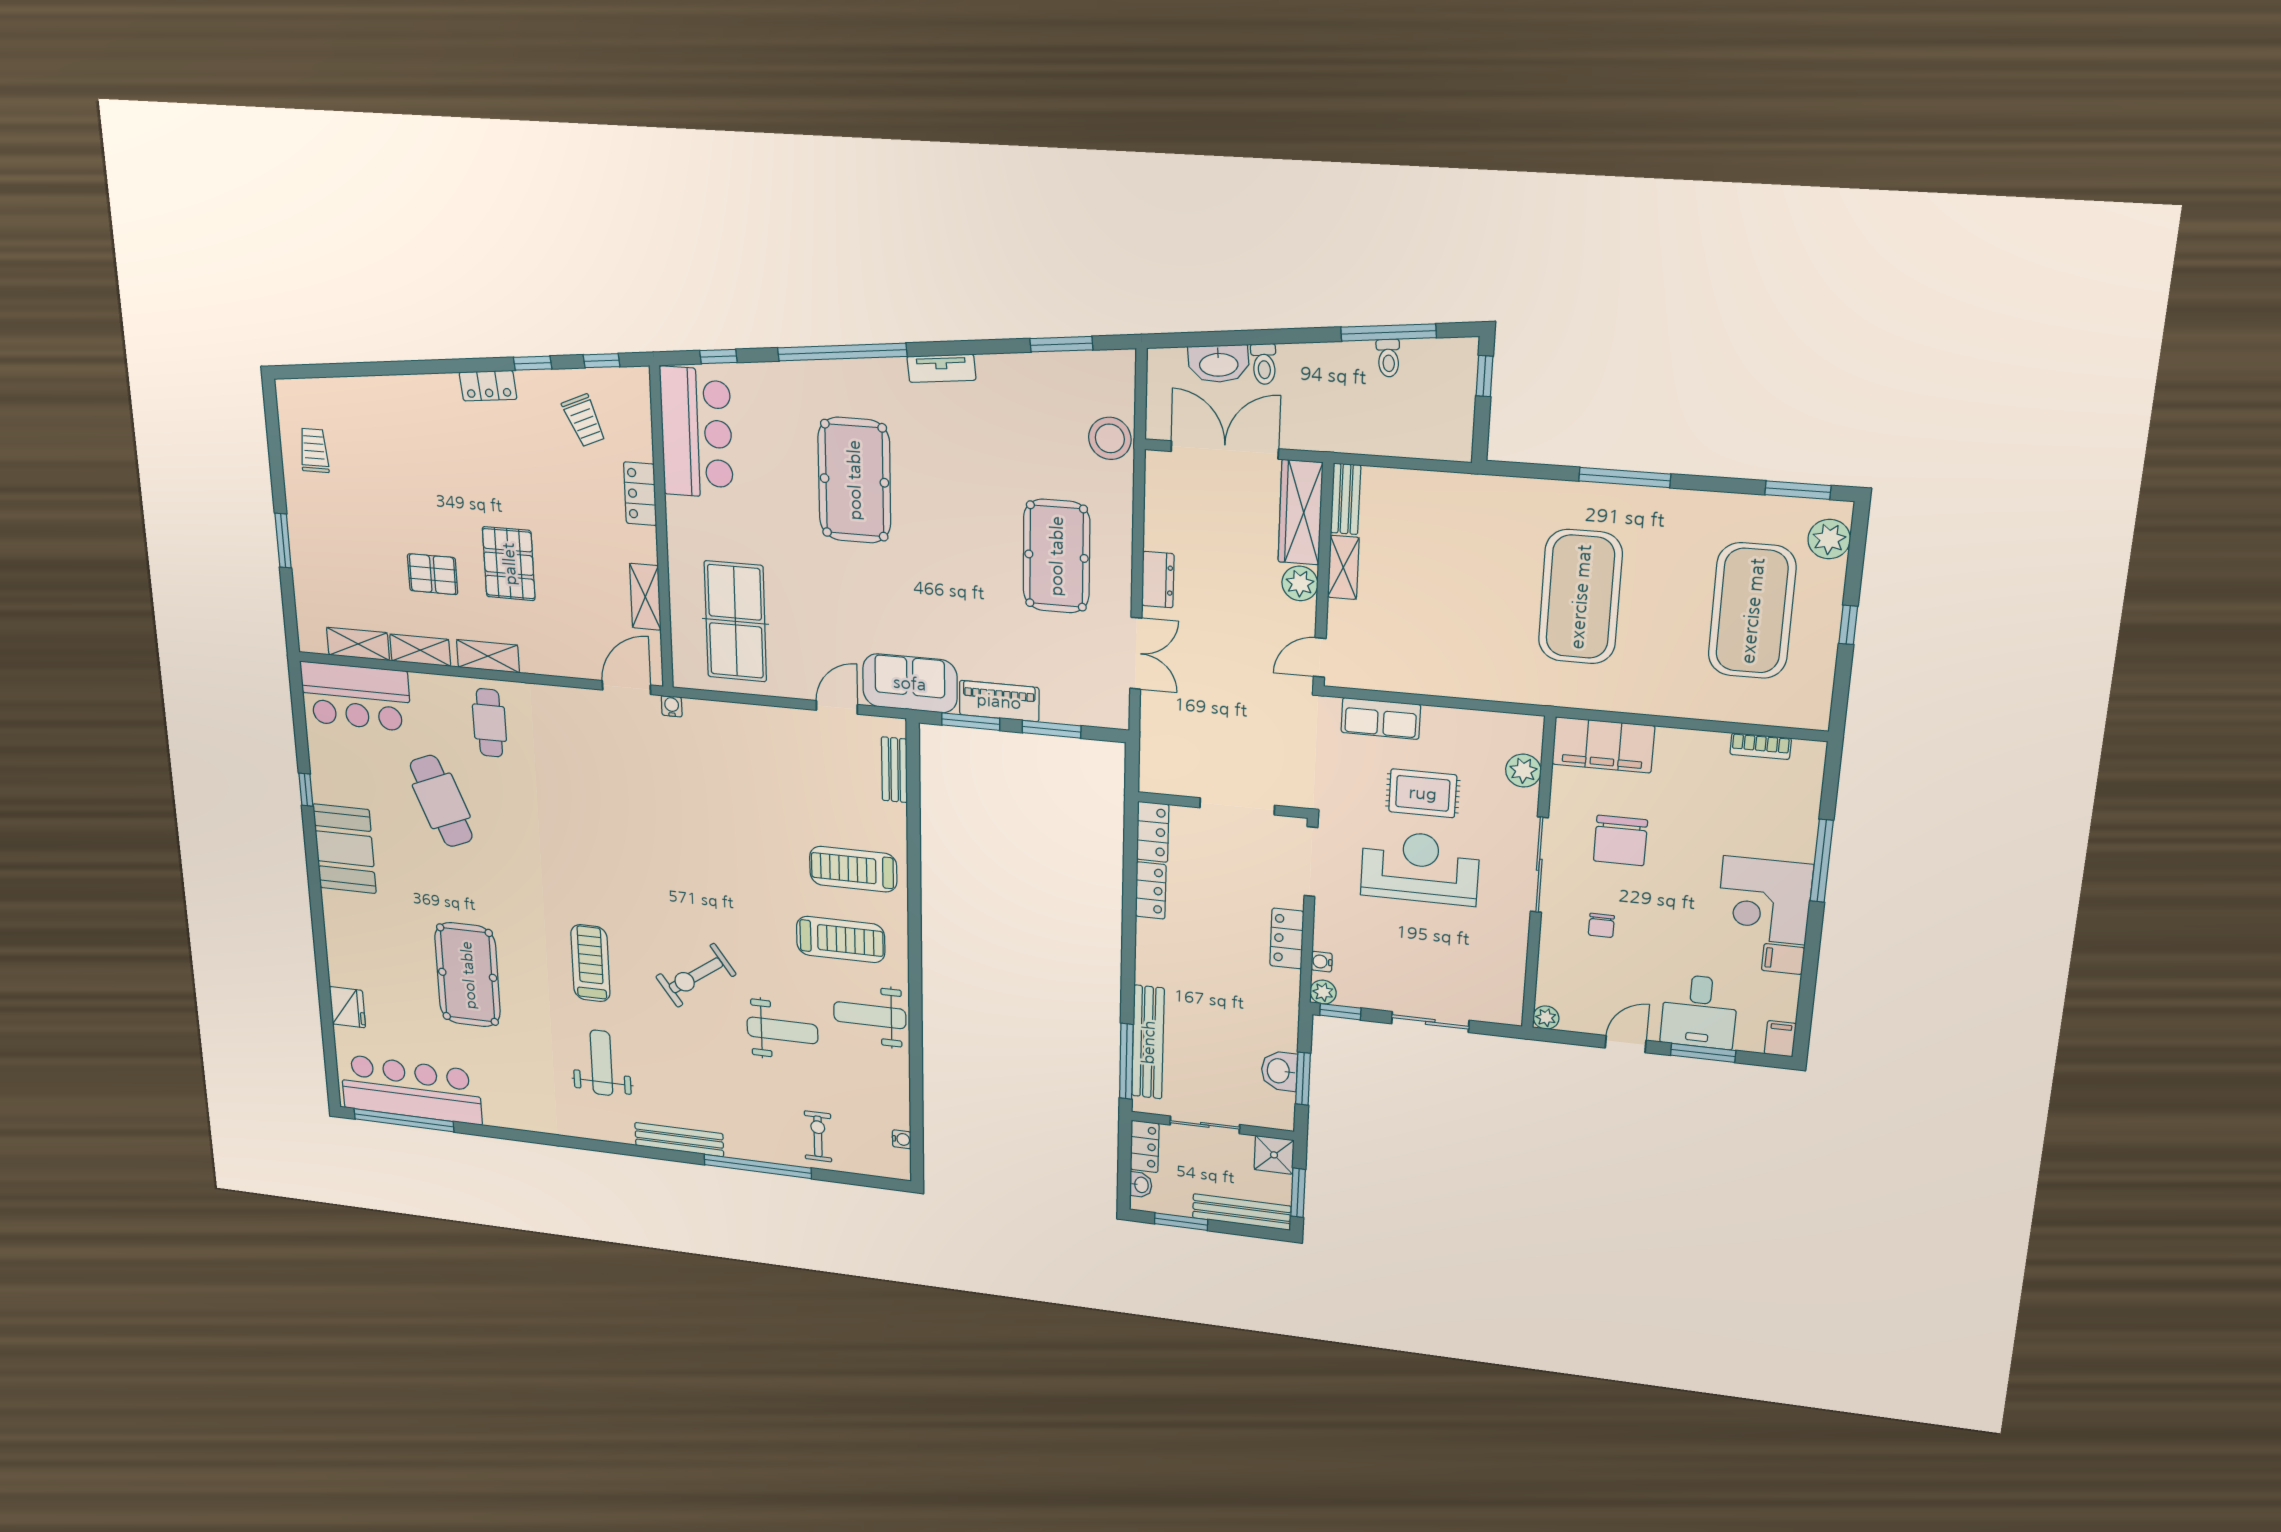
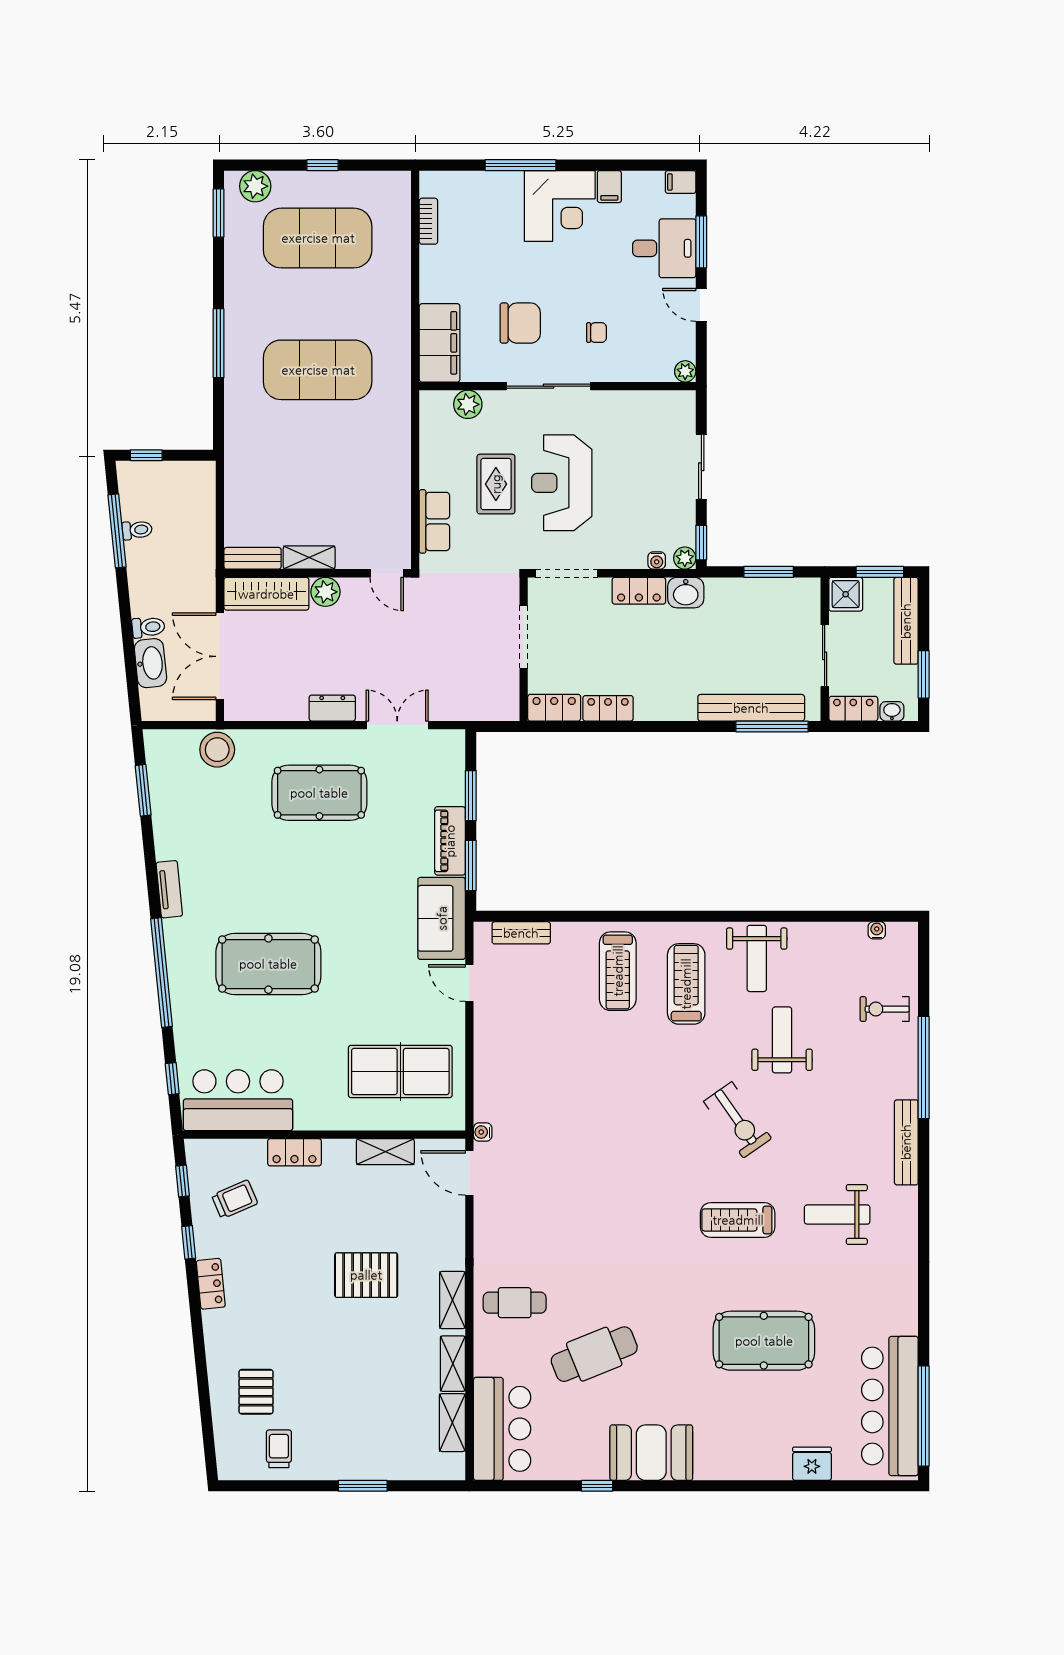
trolley: (314, 450) -> (279, 1449), turned 90
pallet: (433, 574) -> (256, 1392), moved
washbasin: (1279, 1071) -> (686, 593), moved

